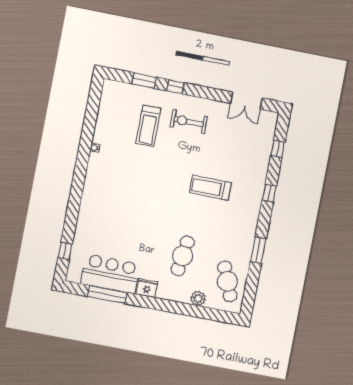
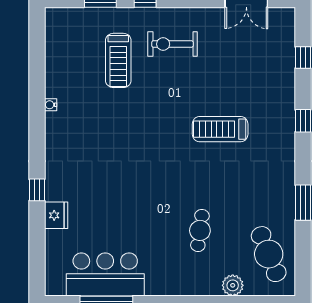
window: (65, 251) -> (37, 190), moved
cafe table: (183, 256) -> (200, 230), width x0.73, depth x0.74
fridge: (147, 288) -> (56, 215), moved, turned 90

